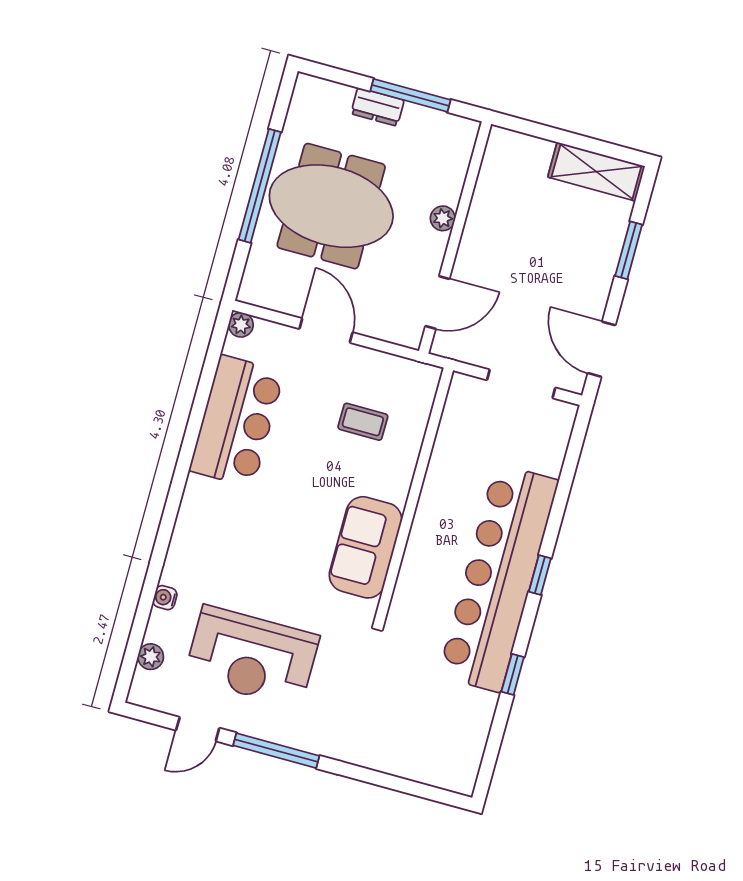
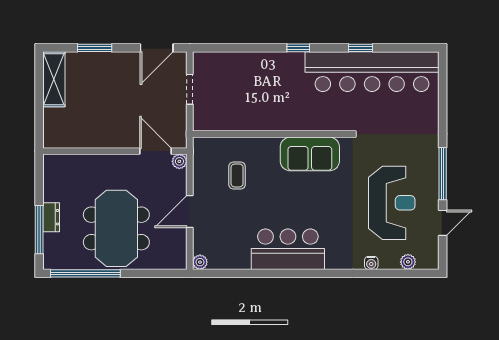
window: (410, 95) -> (39, 230), moved
window: (260, 186) -> (85, 273), moved
plant: (443, 218) -> (179, 161), moved
doorway: (521, 384) -> (190, 89), width x0.73
bar counter: (237, 421) -> (288, 249), moved
bar counter: (498, 578) -> (372, 72), moved
door: (198, 729) -> (443, 223), hinge flipped

